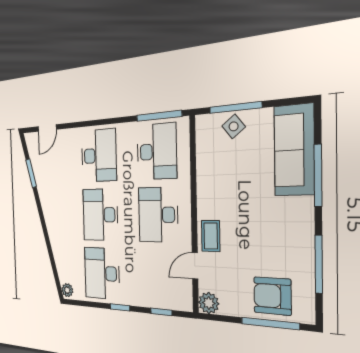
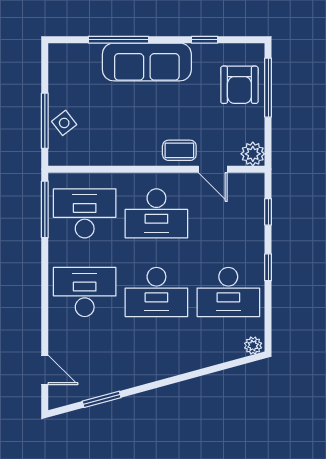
sofa: (294, 150) -> (147, 62), moved
window: (319, 264) -> (205, 40), width x0.46

